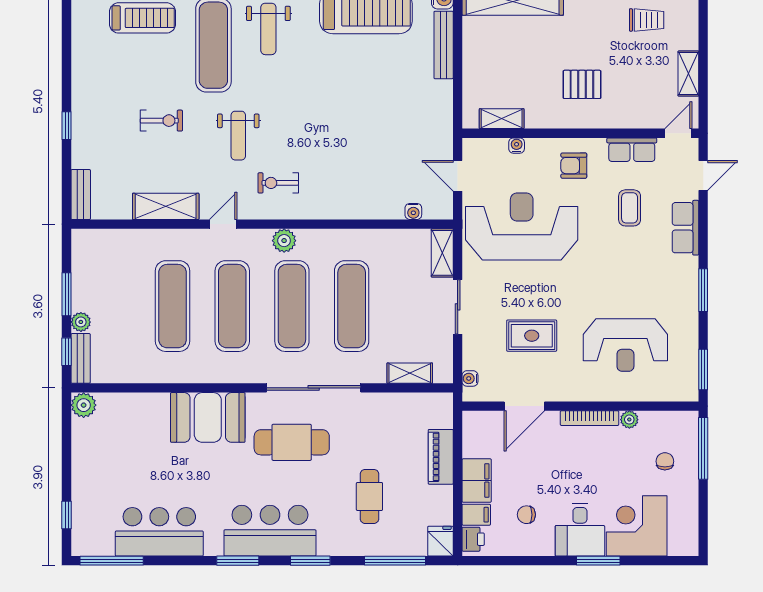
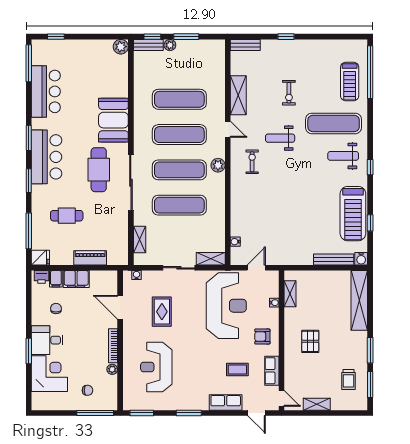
armchair: (574, 166) -> (262, 336), turned -90

